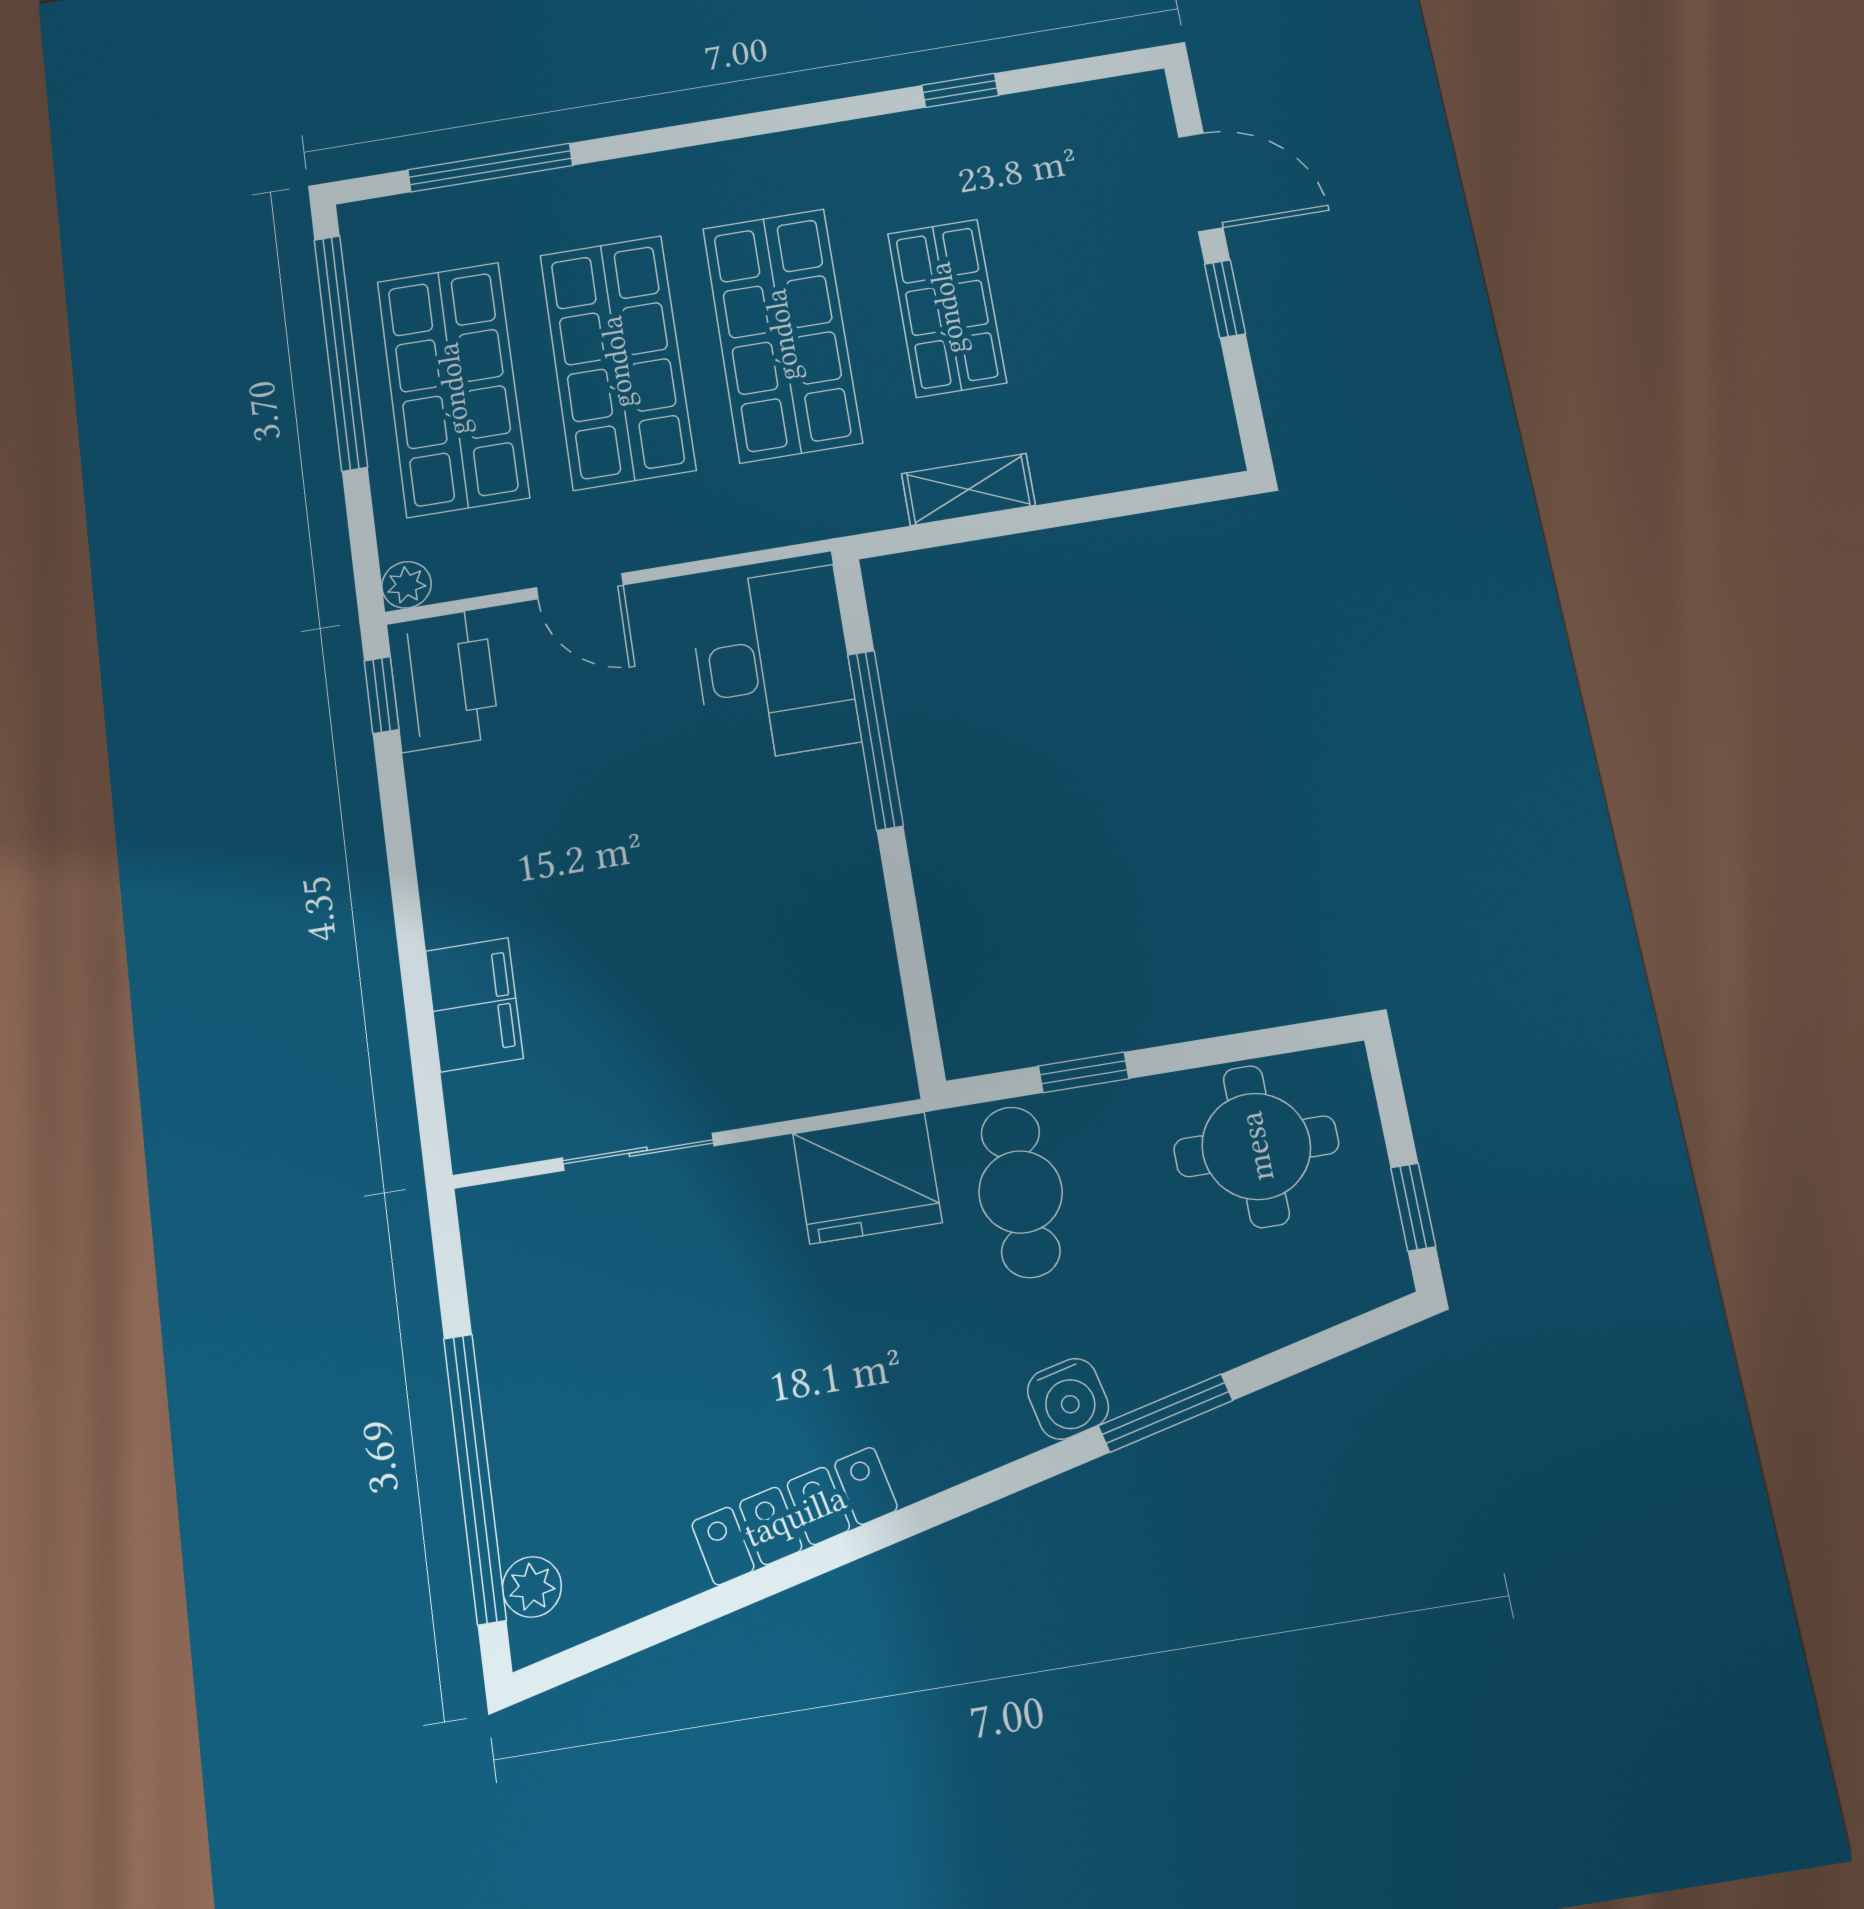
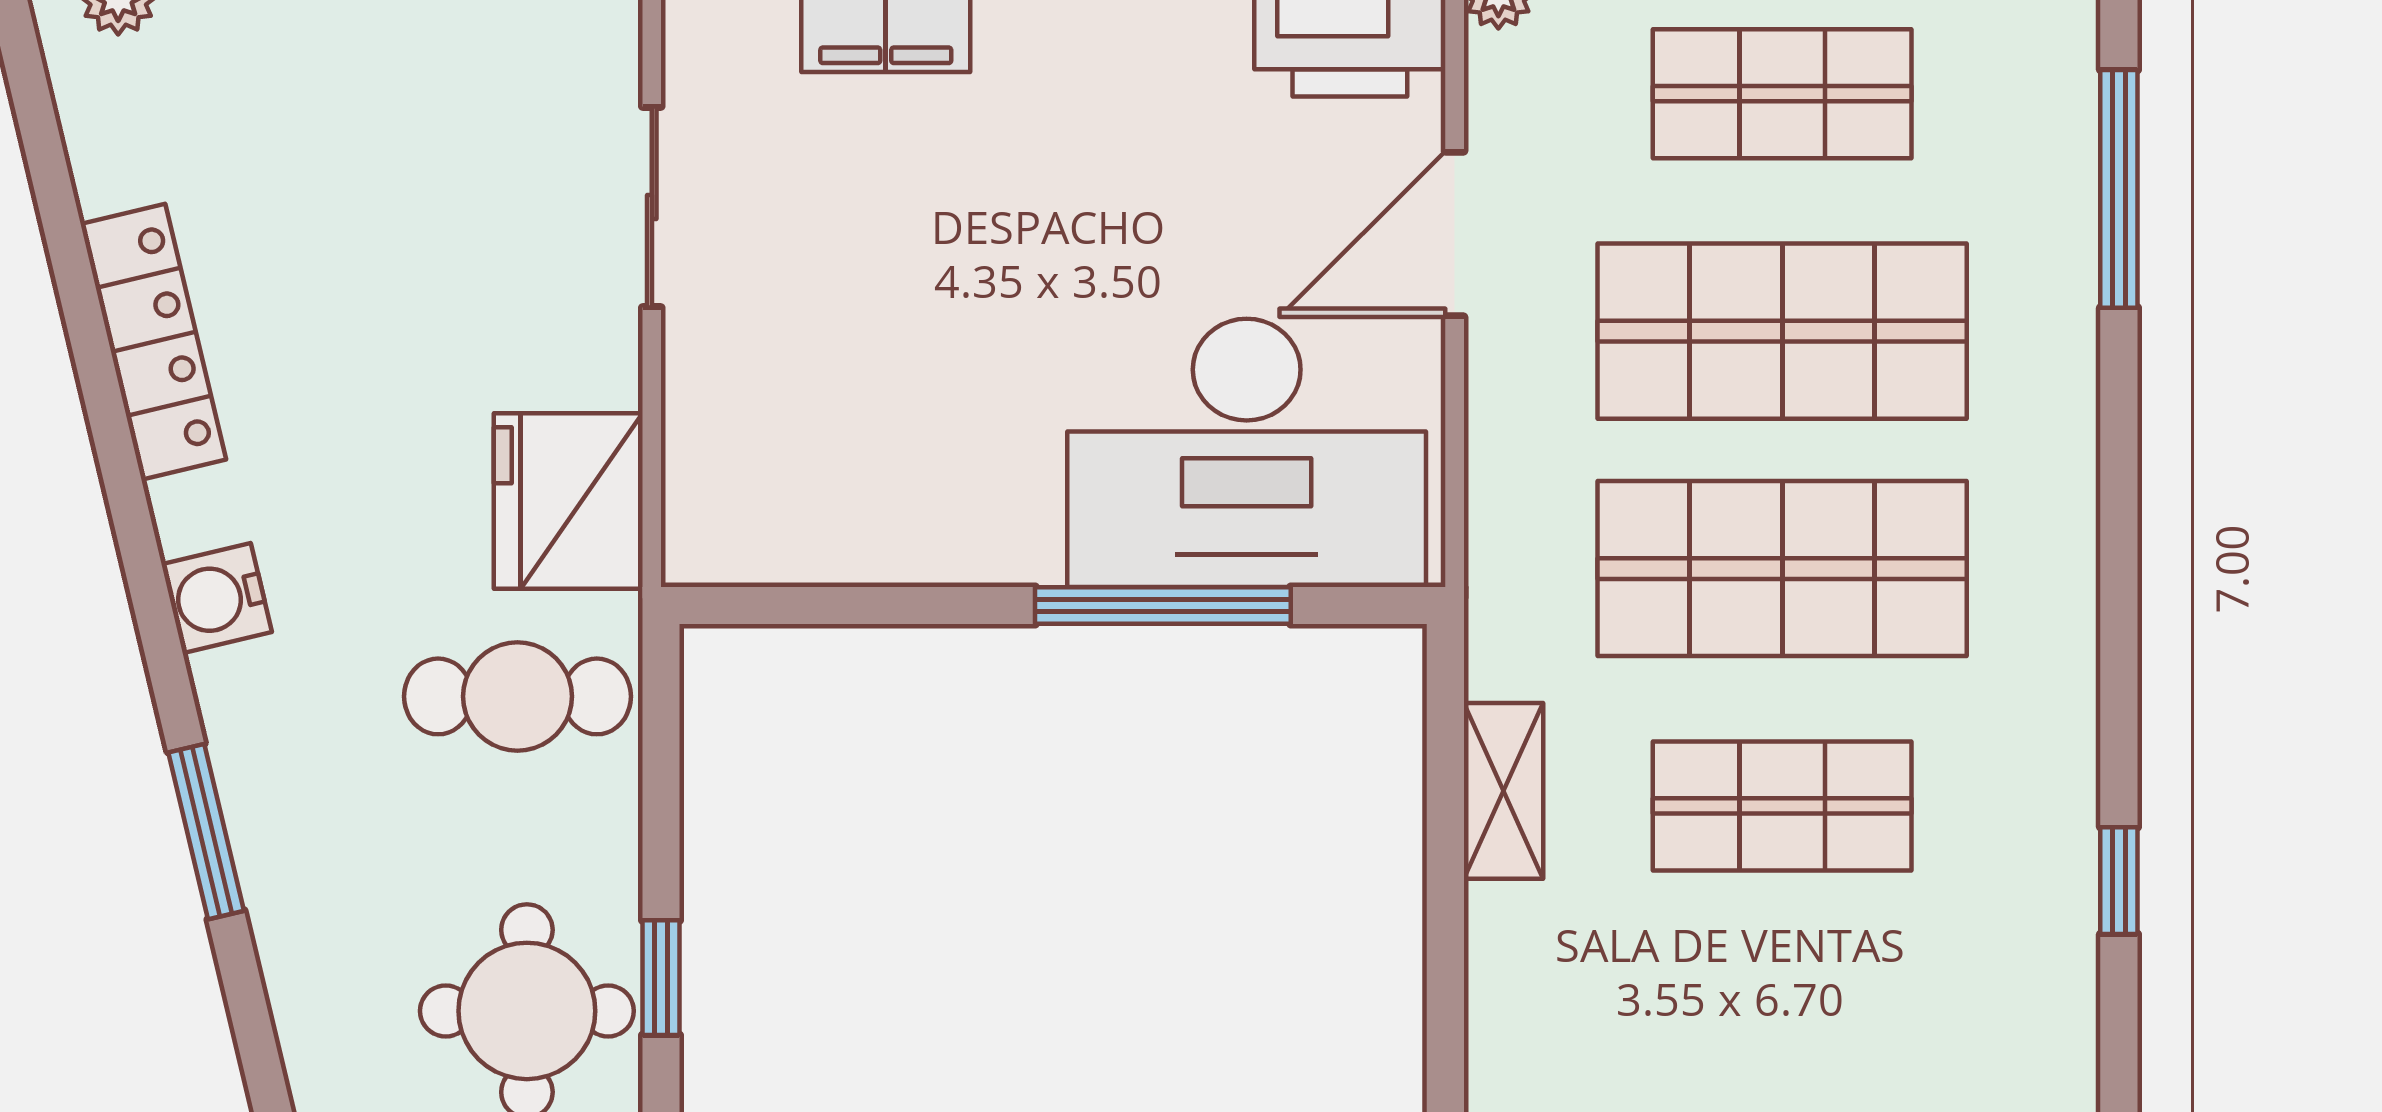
shop shelf: (453, 389) -> (1782, 94), width x0.70, depth x0.74
door: (580, 586) -> (1455, 234), width x1.38
desk: (773, 664) -> (1247, 453), width x1.36, depth x1.30
window: (1084, 1072) -> (661, 978), moved
water cooler: (1068, 1399) -> (217, 598), moved

